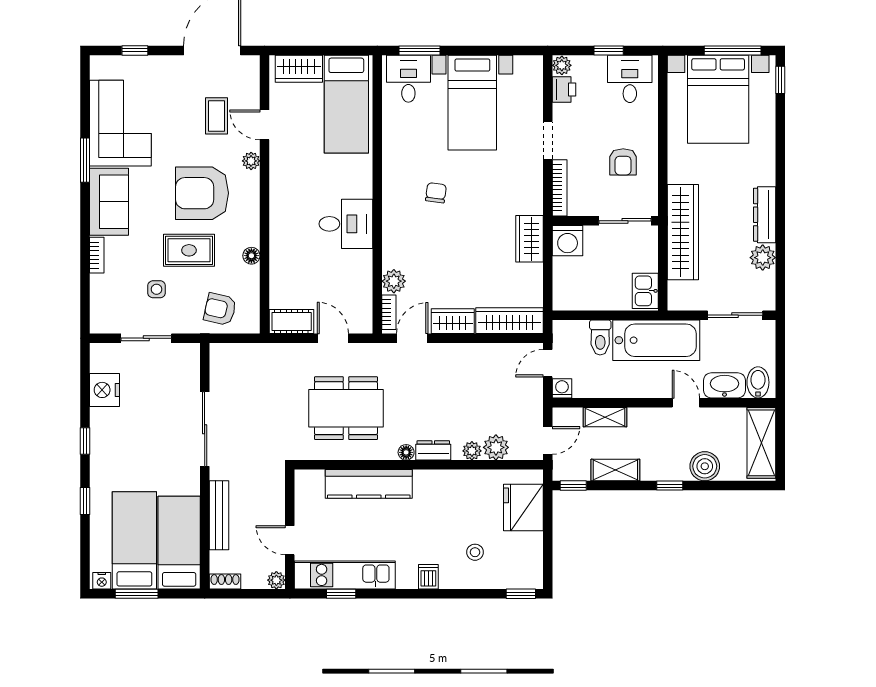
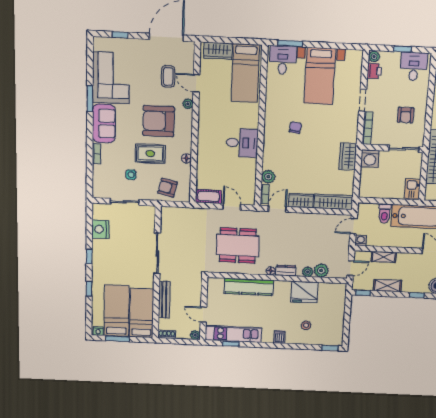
fridge: (523, 507) -> (304, 292), moved, turned -90

